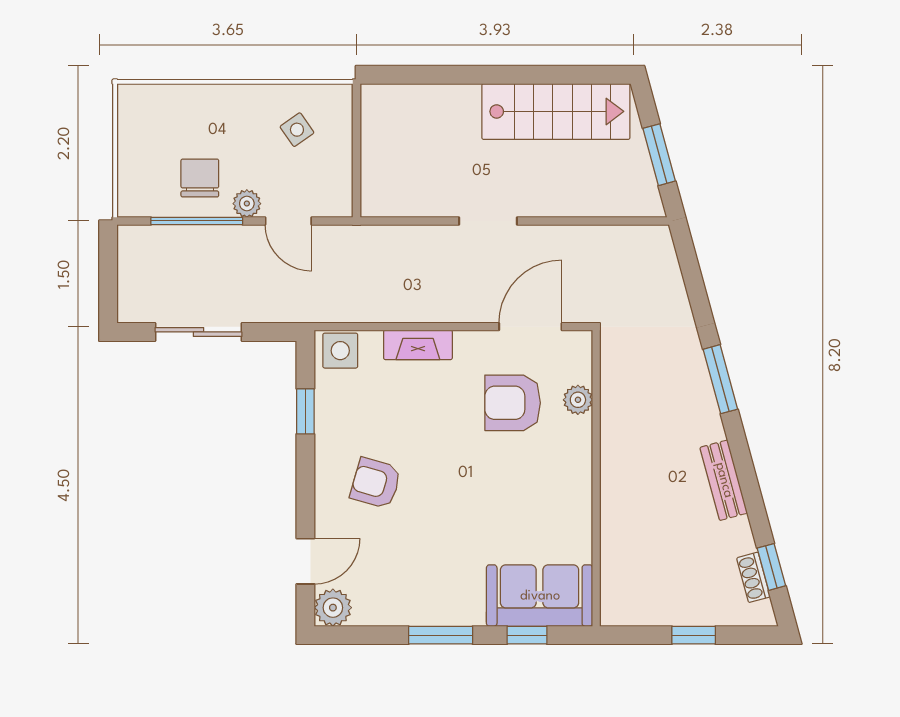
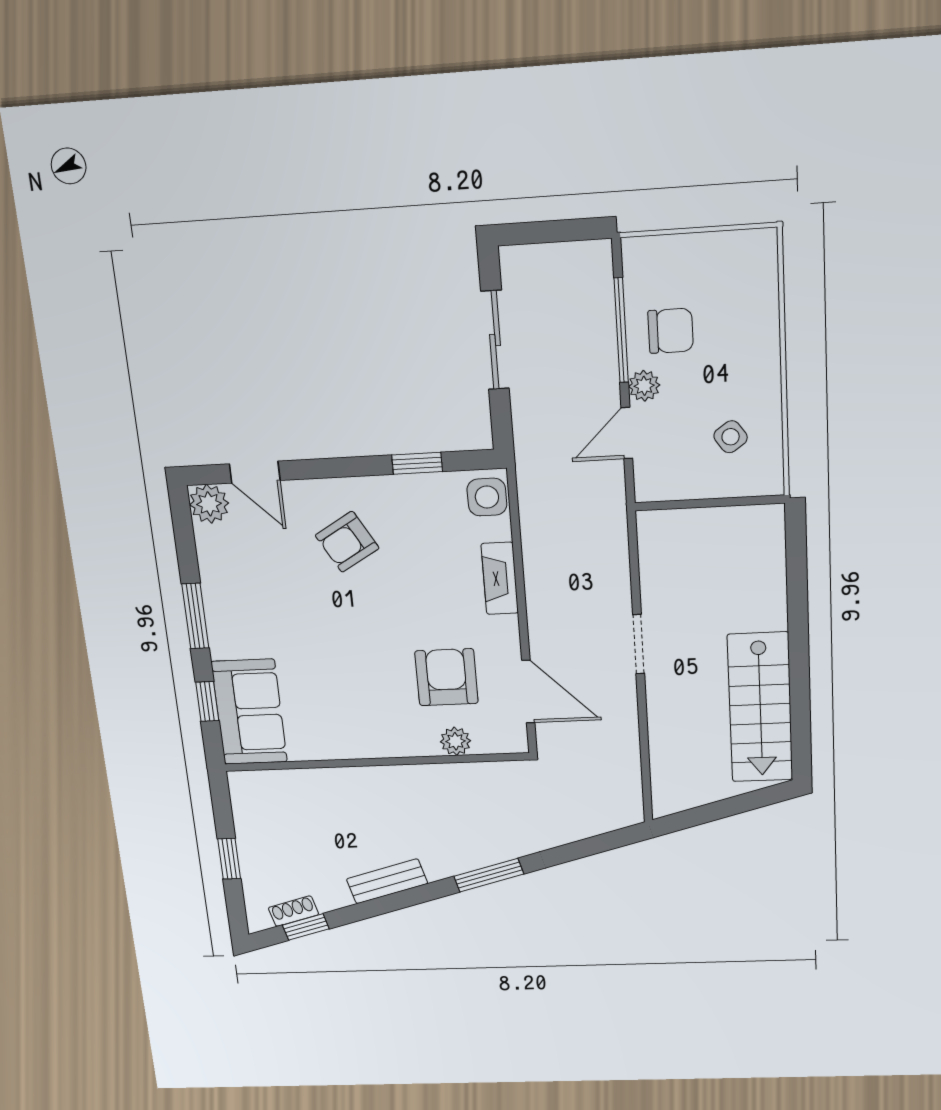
window: (659, 155) -> (718, 810), removed
armchair: (376, 483) -> (347, 542), turned -136

